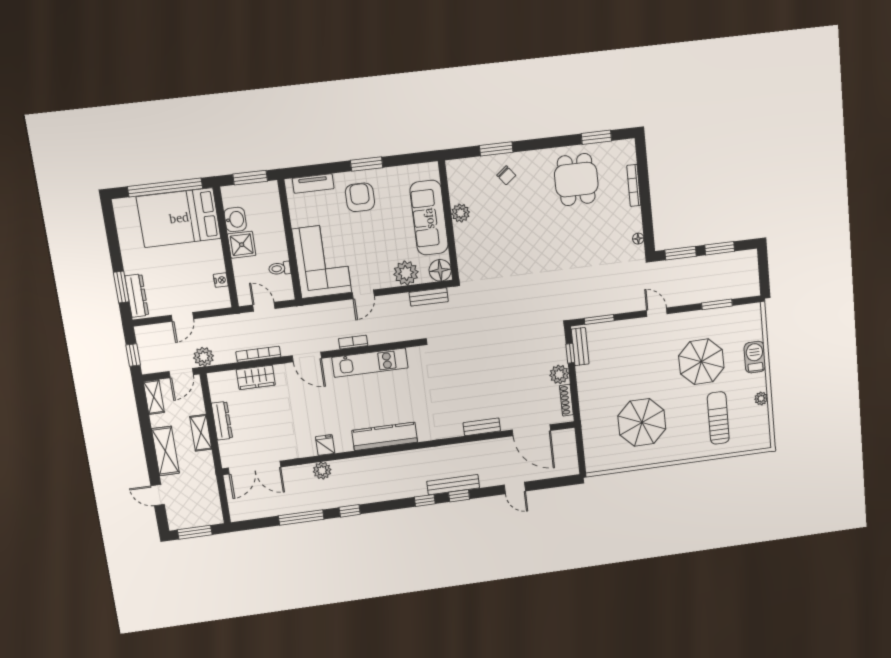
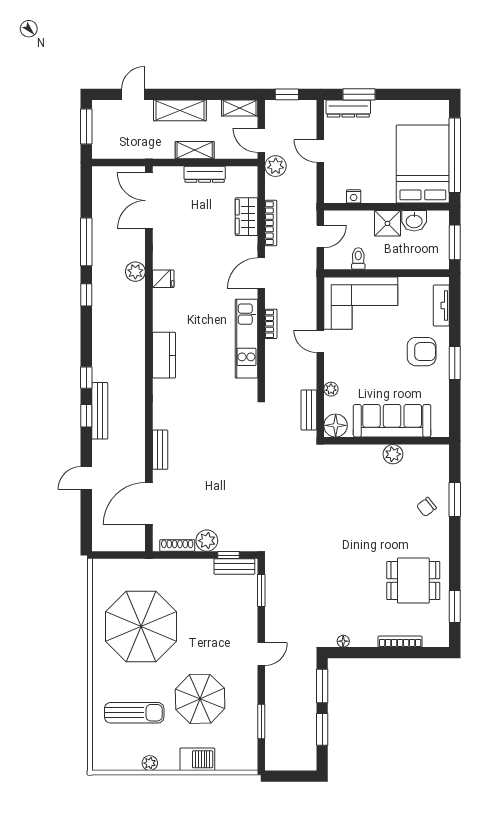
plant: (406, 273) -> (331, 389), width x0.53, depth x0.53
parasol: (642, 422) -> (141, 627), width x1.36, depth x1.36
kitchen counter: (385, 436) -> (164, 355), width x0.67

